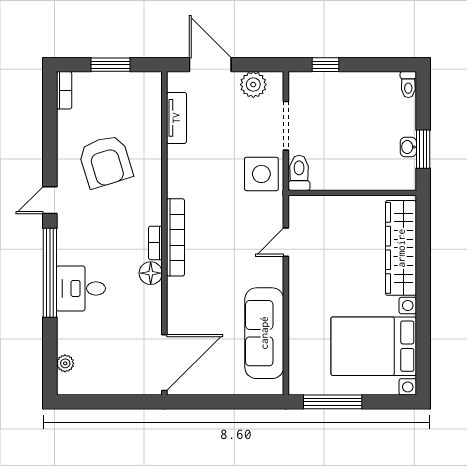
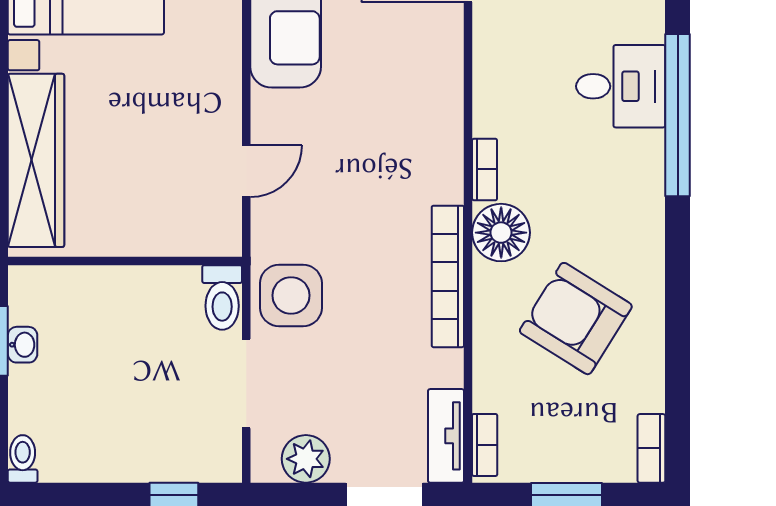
bookcase: (155, 92) -> (485, 445), added
tv unit: (176, 118) -> (446, 436), moved
armchair: (105, 161) -> (576, 319), turned -41
door: (50, 200) -> (678, 247), removed
bookcase: (176, 237) -> (448, 276), moved
floor lamp: (151, 273) -> (501, 233), moved, width x1.38, depth x1.38

